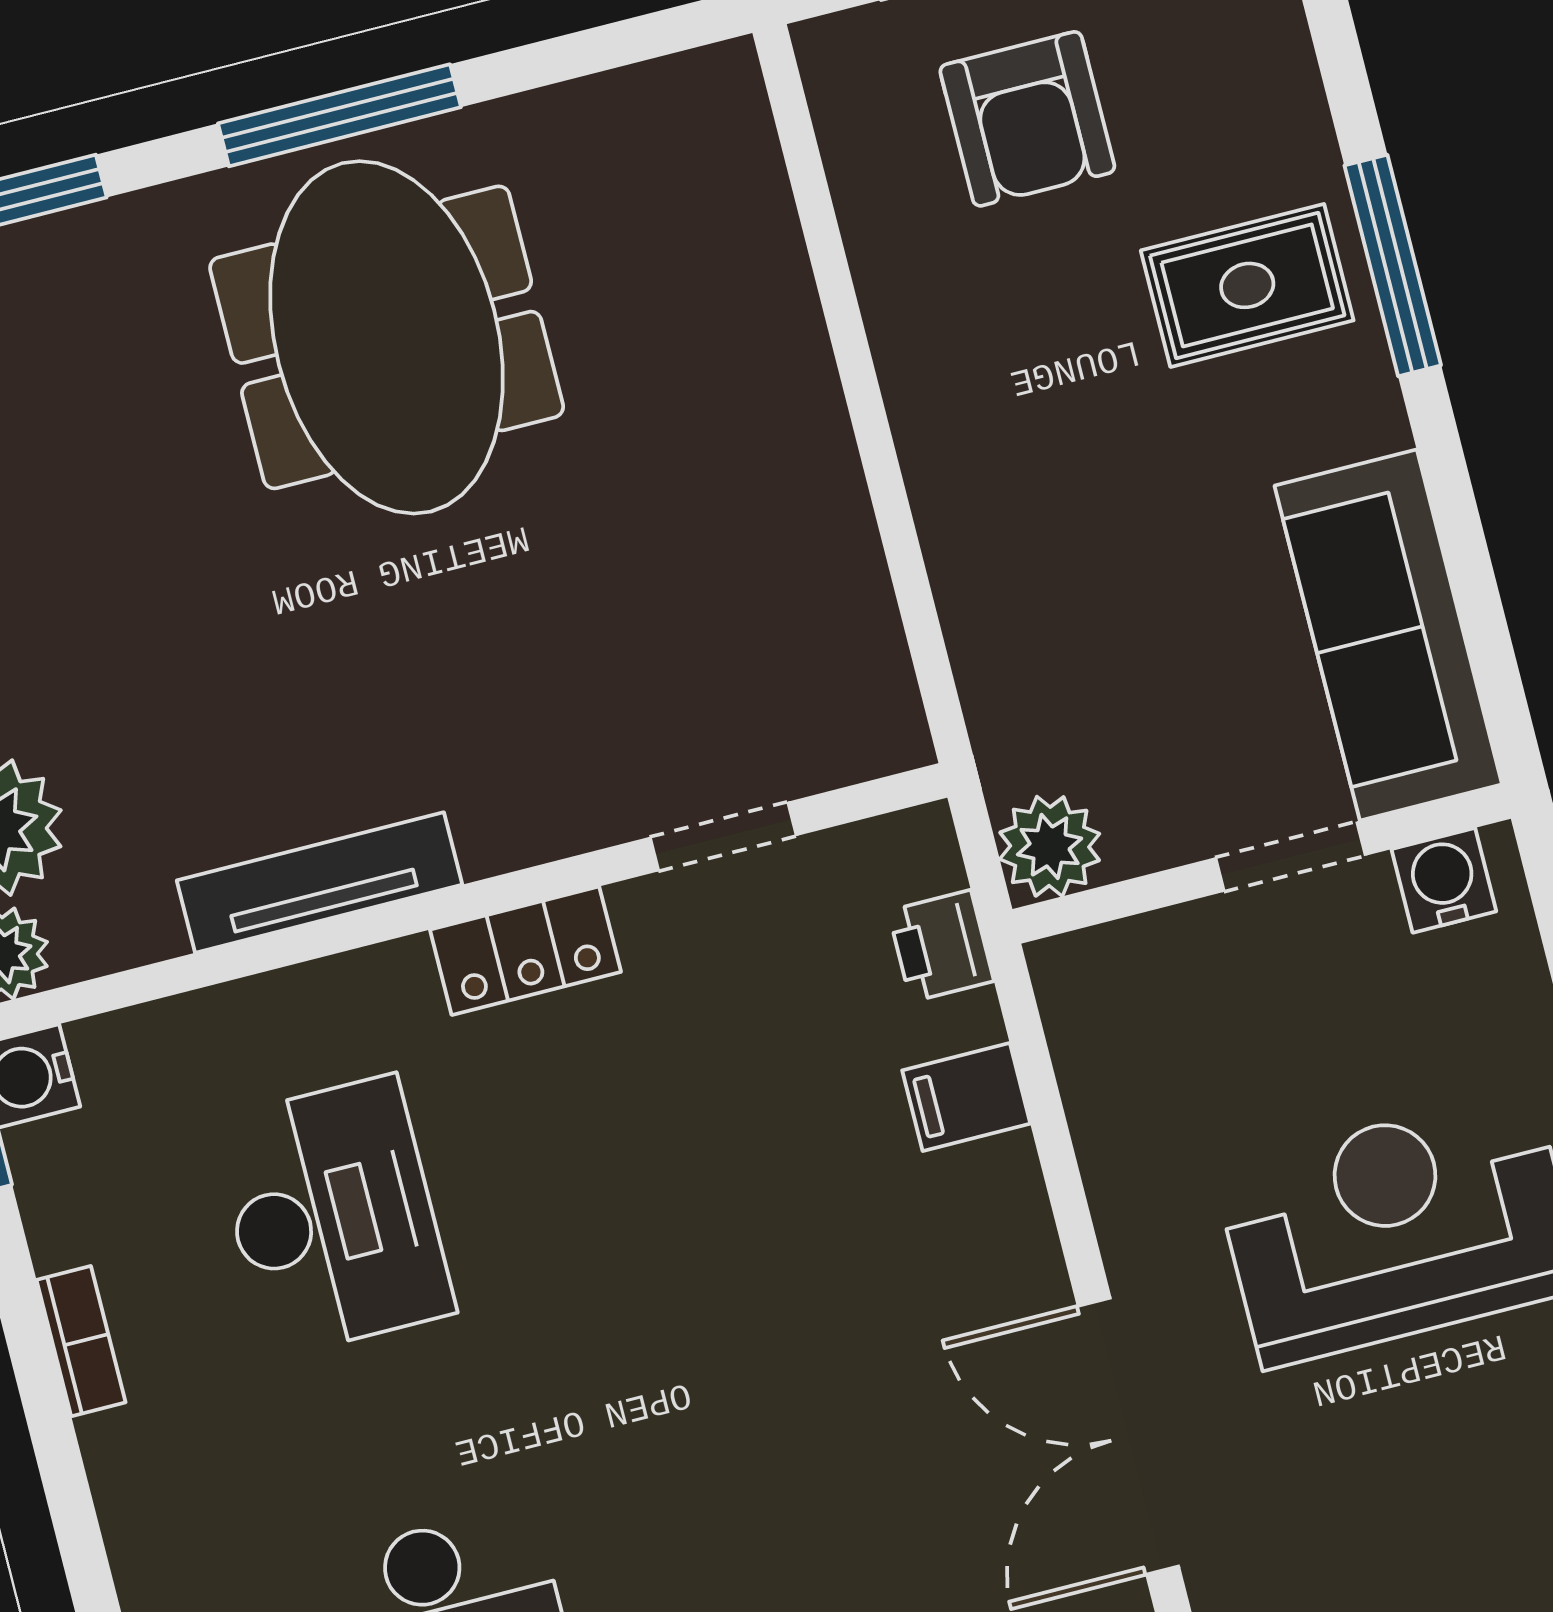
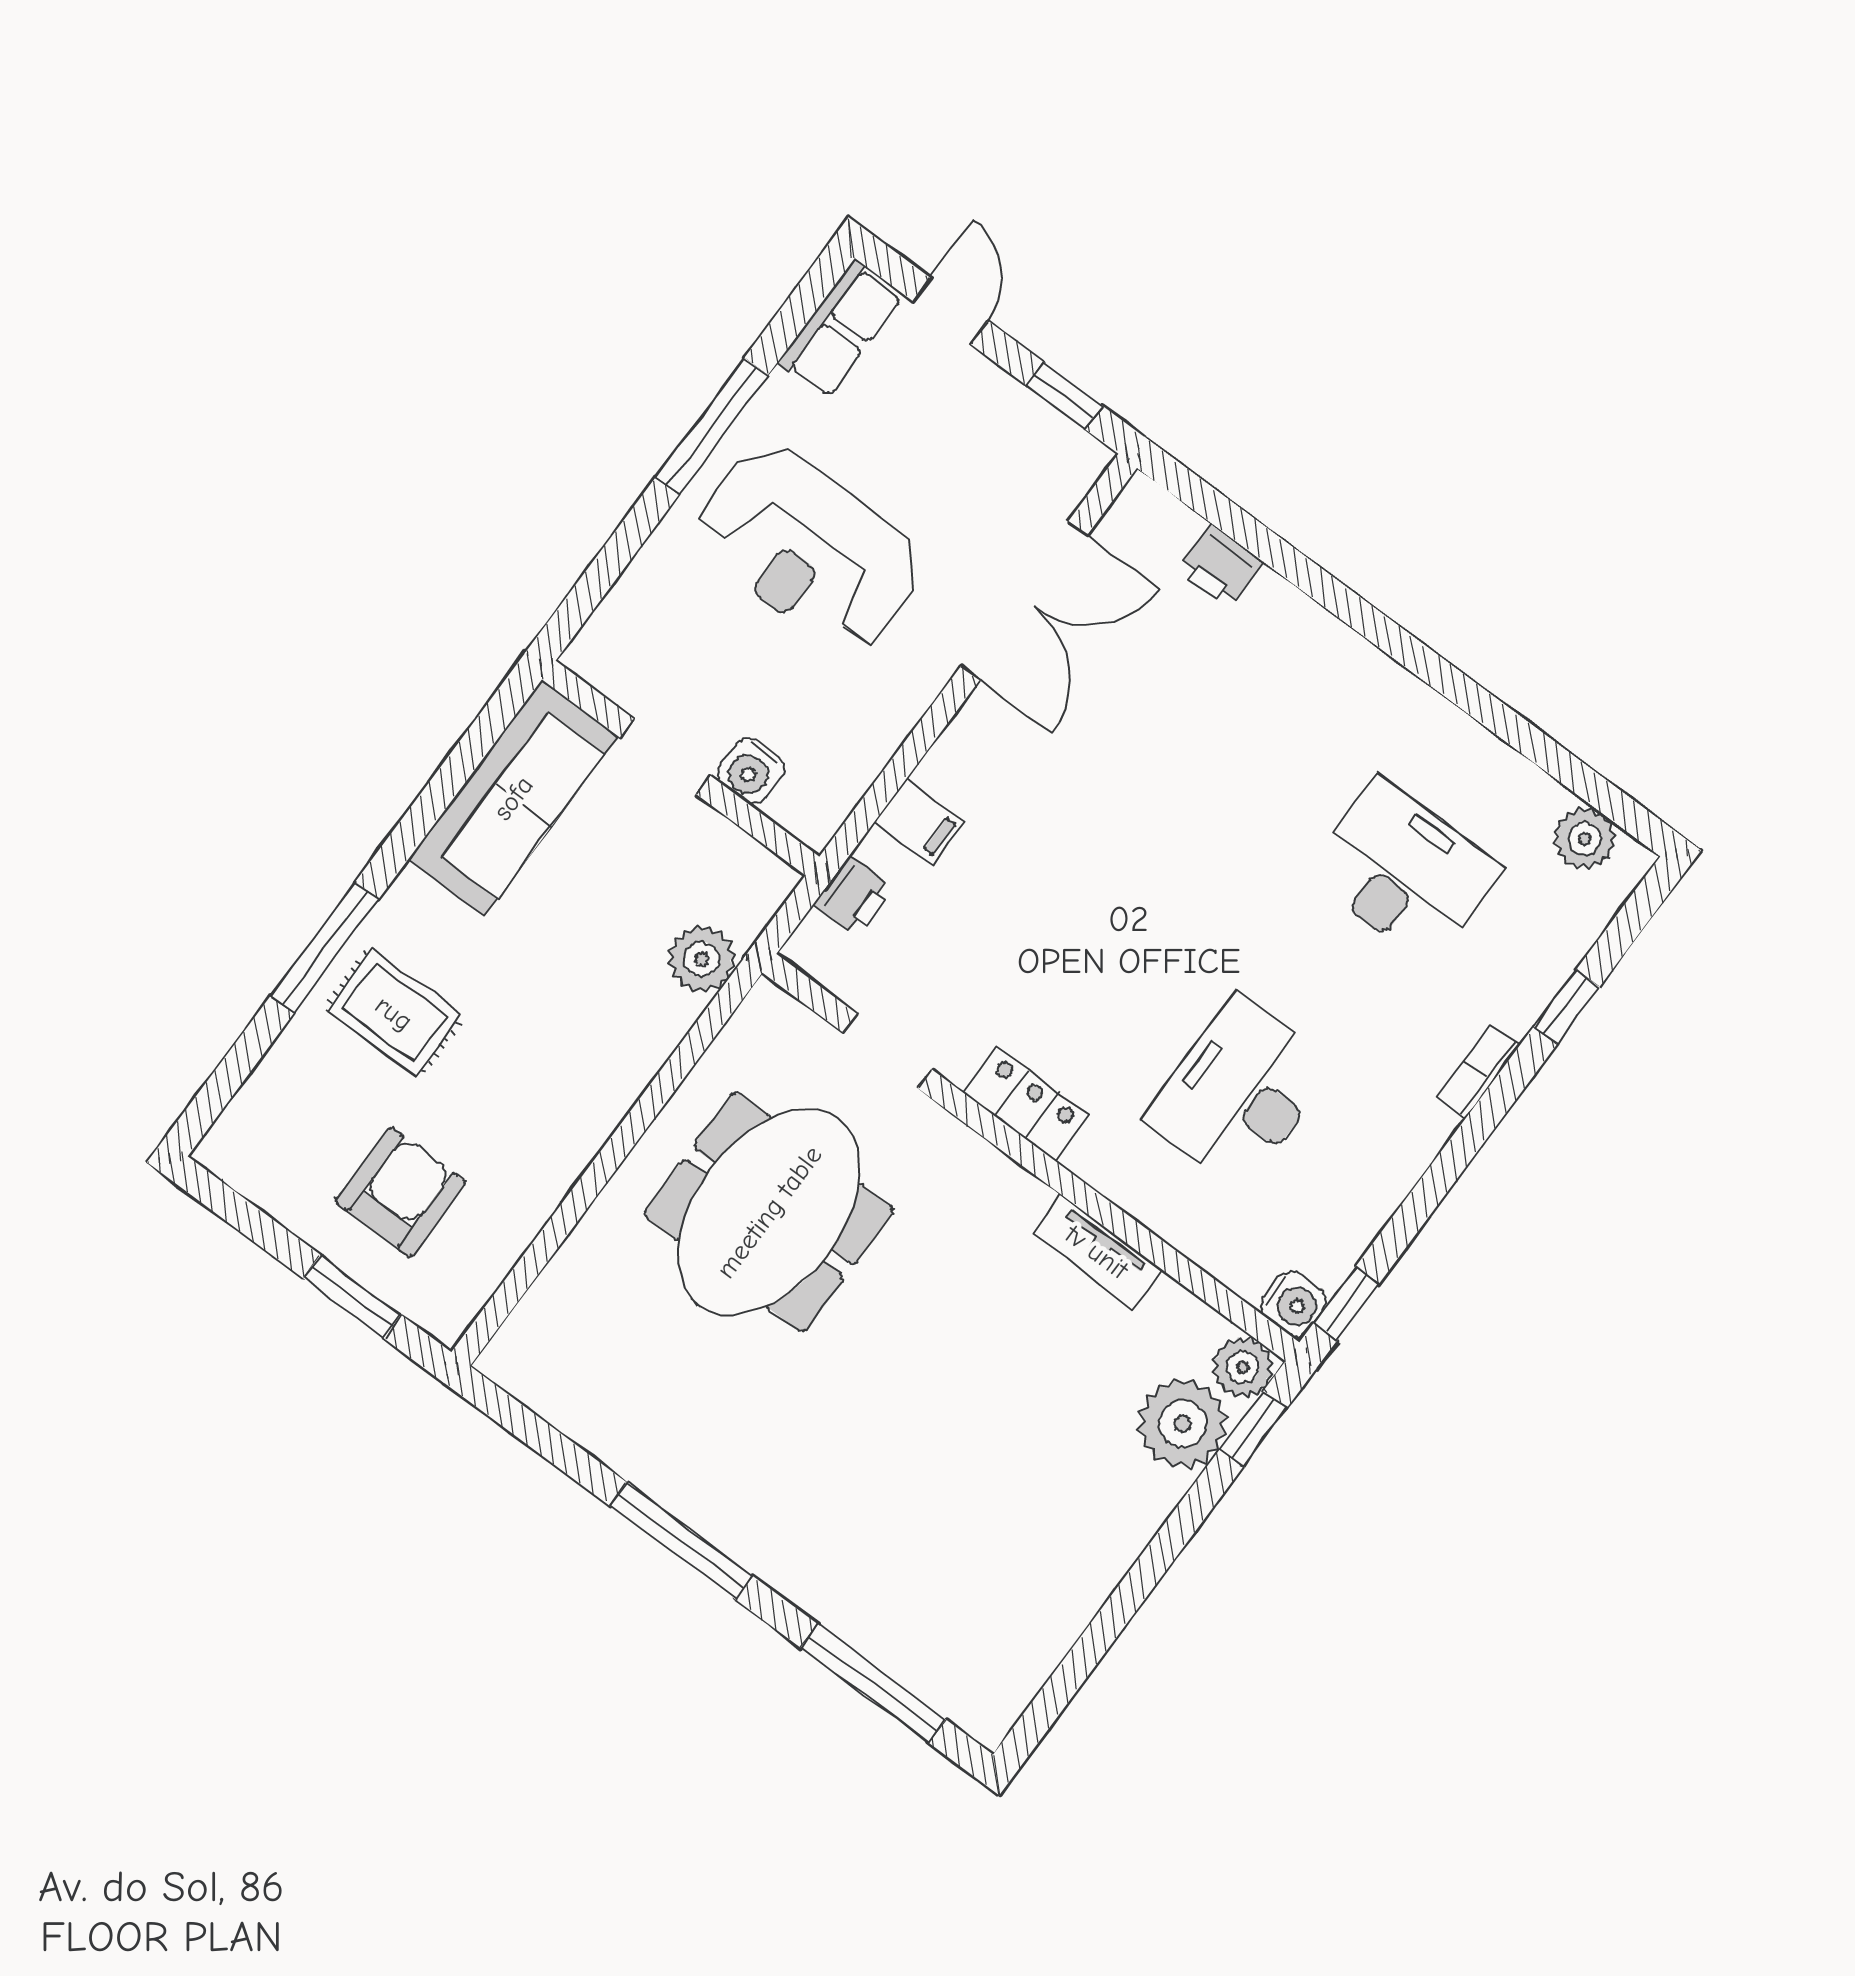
meeting table: (387, 337) -> (769, 1212), moved
plant: (1050, 846) -> (702, 959), moved
water cooler: (1444, 880) -> (751, 771), moved
tv unit: (319, 882) -> (1097, 1252), width x0.71
bookcase: (81, 1341) -> (1478, 1072), moved

